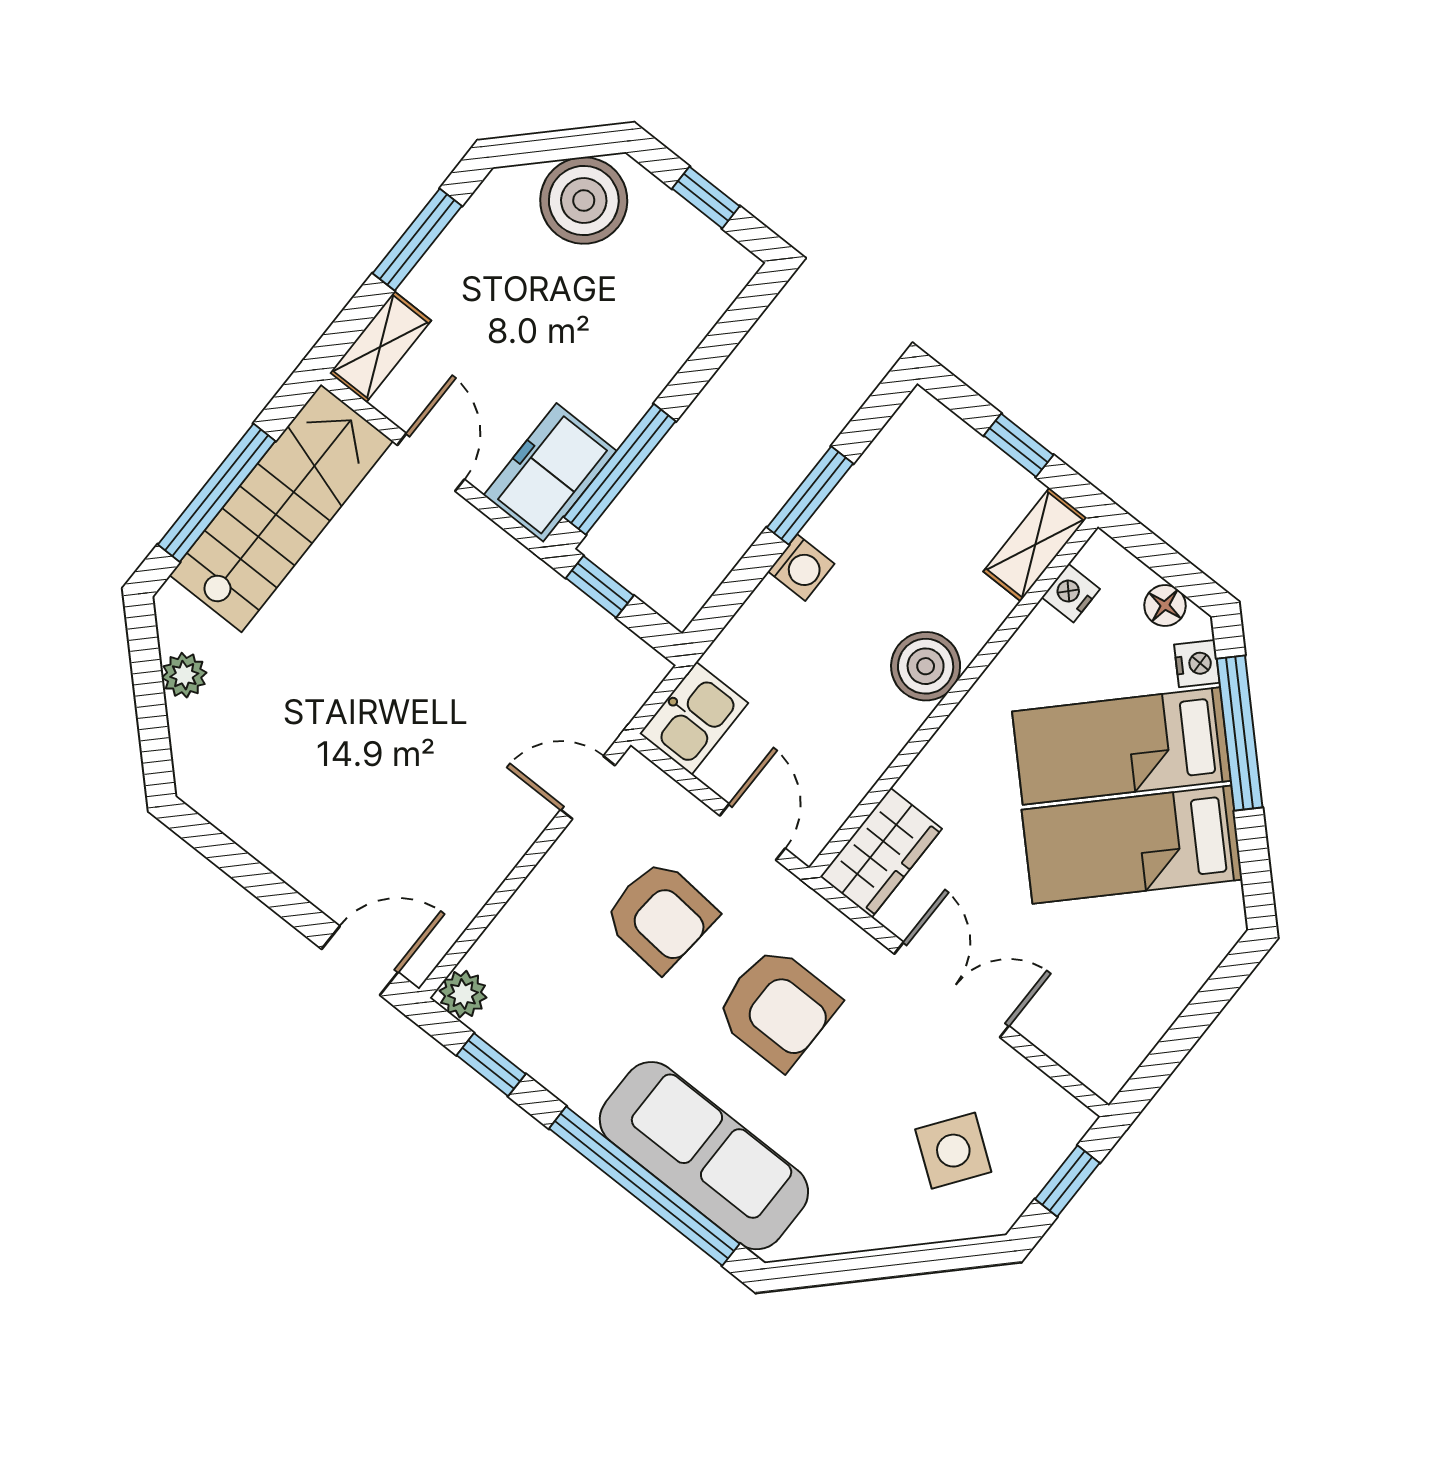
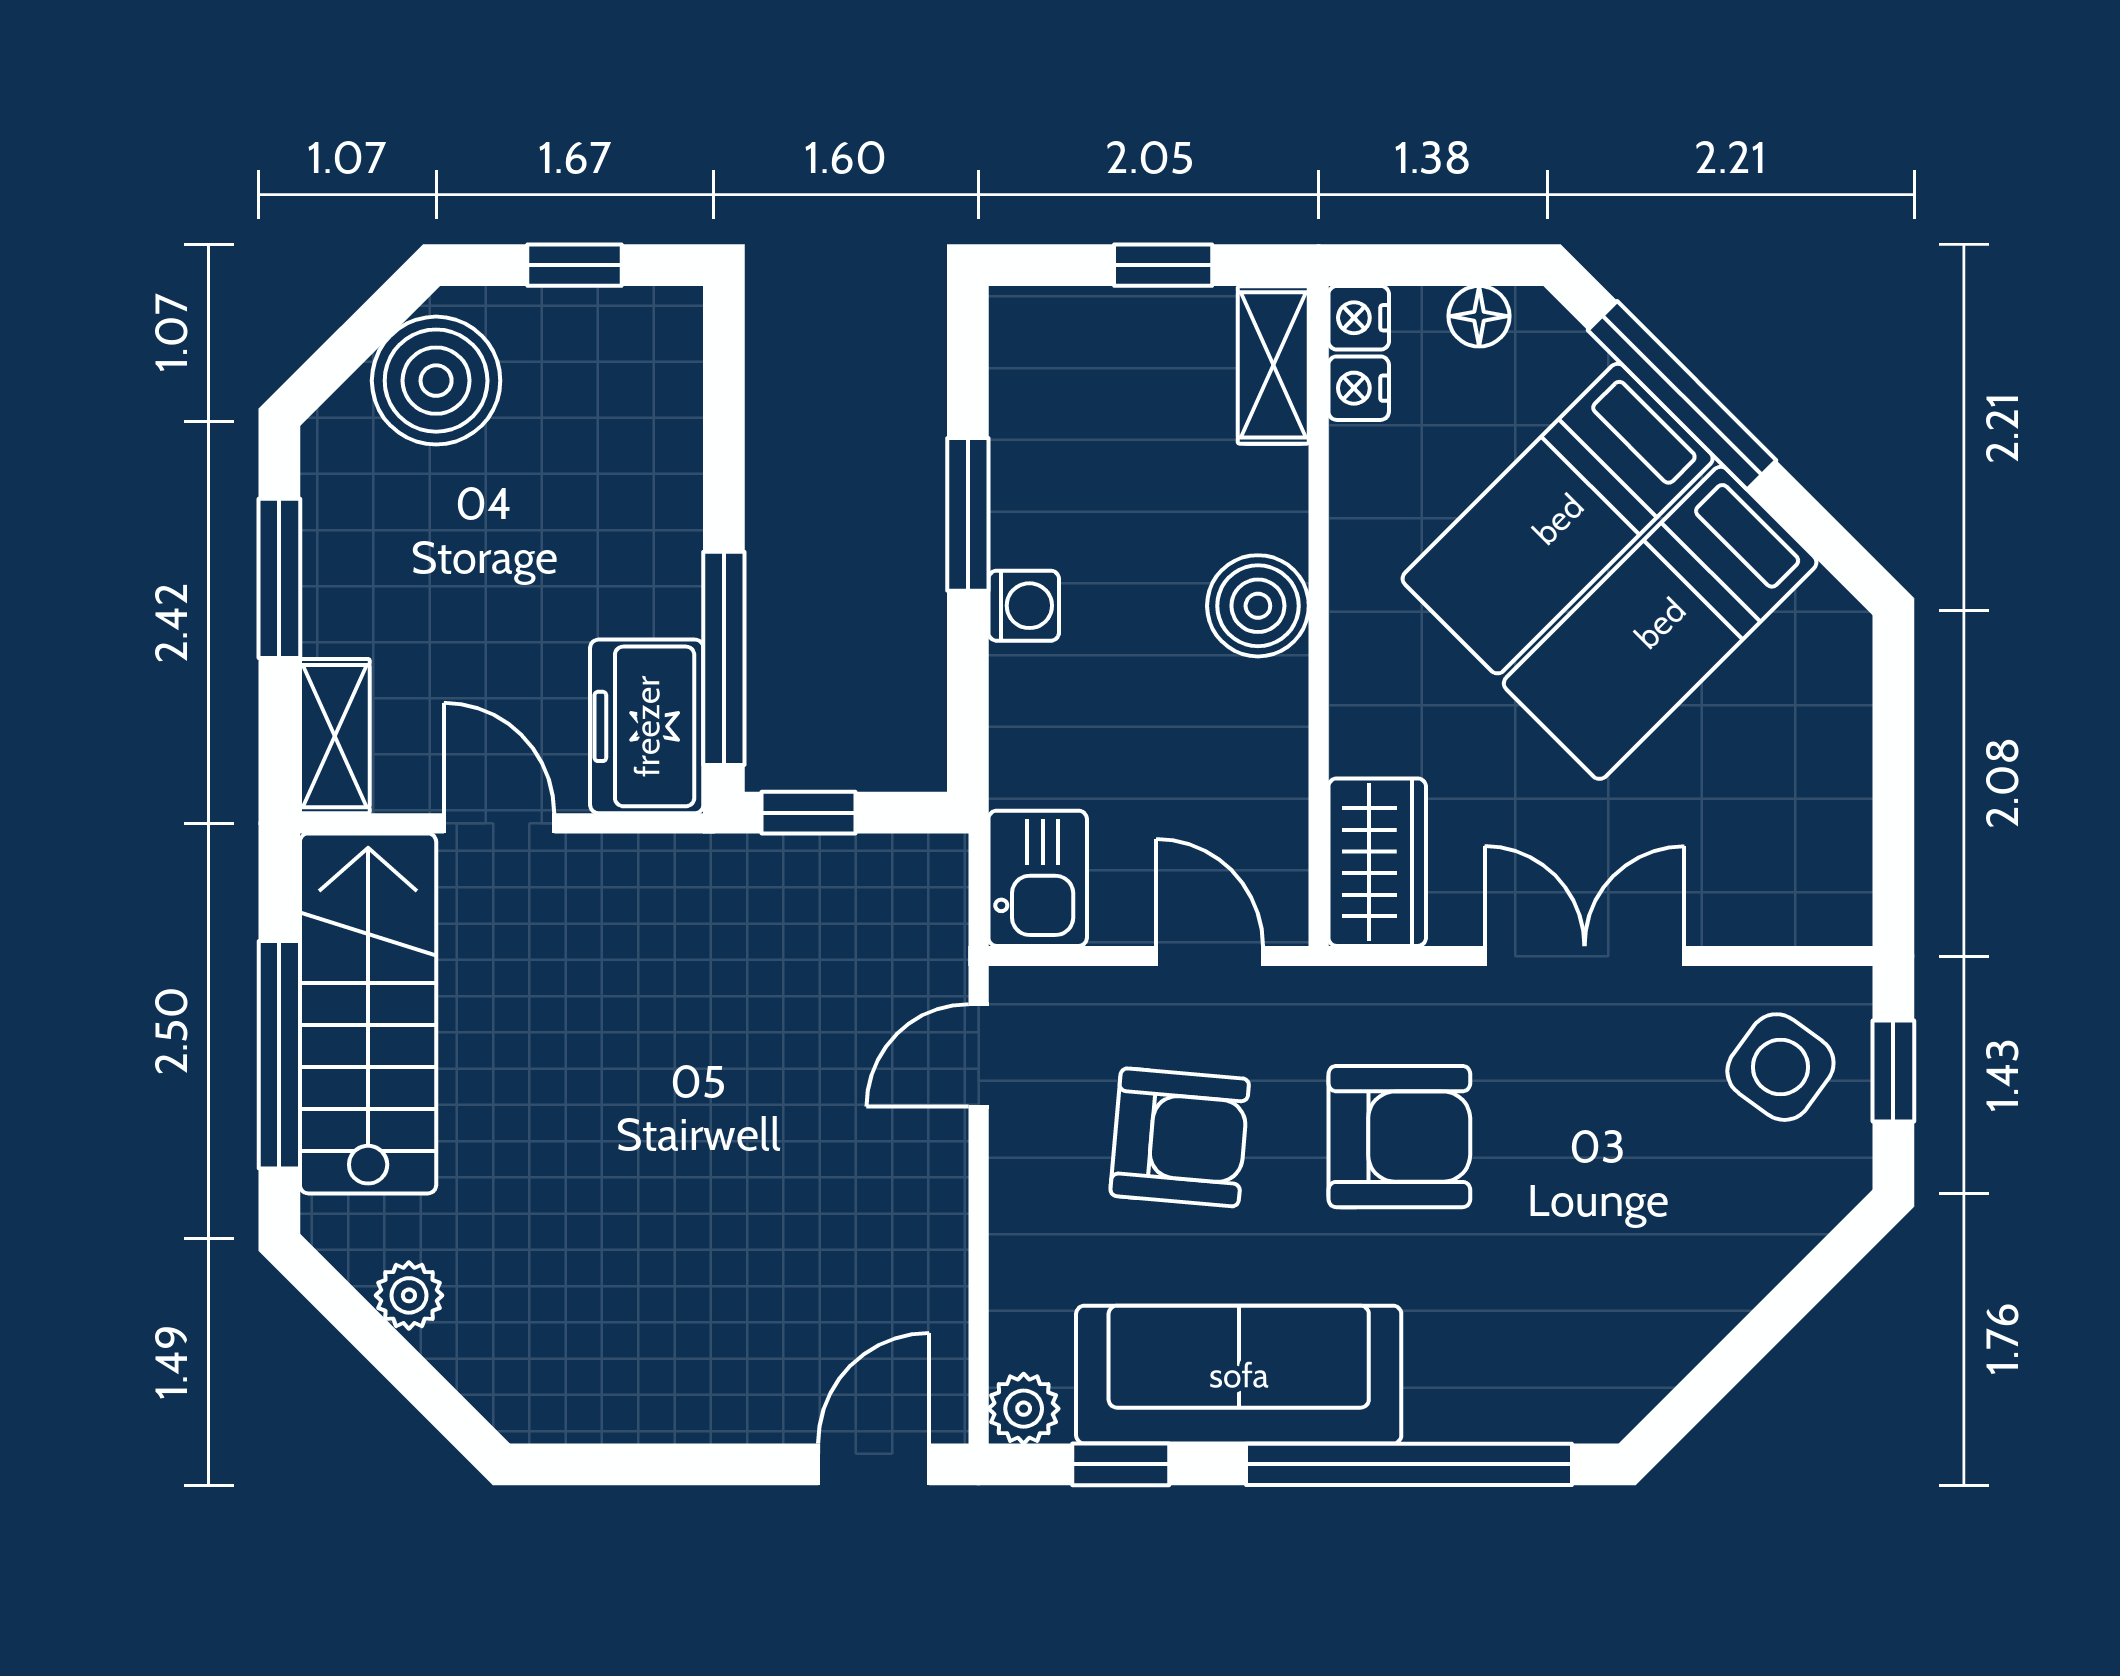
nightstand: (1197, 664) -> (1359, 318), moved, turned -135
side table: (953, 1151) -> (1780, 1067), moved
sofa: (704, 1156) -> (1239, 1375), moved

